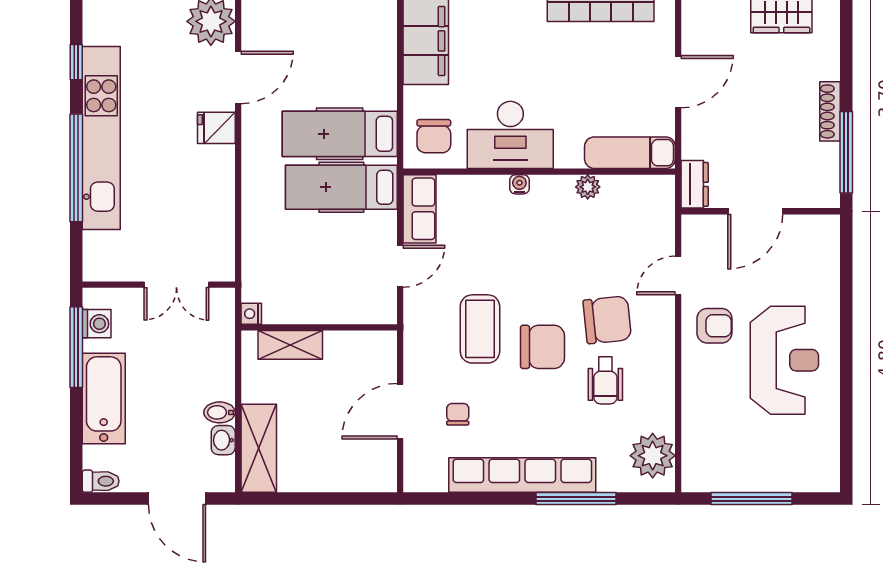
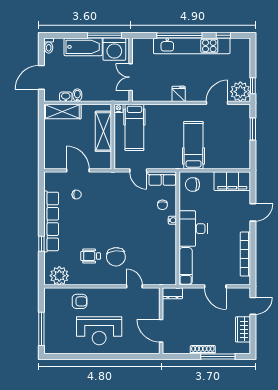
door: (238, 77) -> (217, 103), swing flipped
fridge: (216, 128) -> (179, 94), moved
desk: (510, 135) -> (193, 229), moved
window: (846, 152) -> (218, 356), moved
hospital bed: (341, 187) -> (134, 127), moved, turned 180
plant: (588, 187) -> (171, 249), removed
door: (755, 211) -> (161, 331), moved
washing machine: (97, 324) -> (114, 49), width x1.89, depth x1.89
armchair: (714, 326) -> (80, 301), moved, turned -90
coffee table: (480, 329) -> (112, 204), removed
shelving: (290, 345) -> (103, 131), width x1.50, depth x1.33
chair: (542, 347) -> (162, 205), moved, width x0.54, depth x0.54
window: (576, 499) -> (41, 244), width x0.46
window: (751, 499) -> (41, 329), moved

